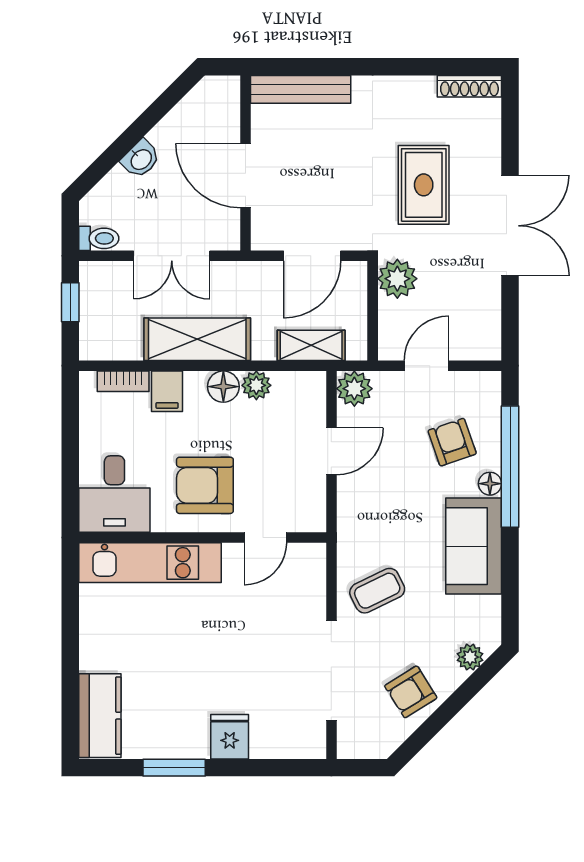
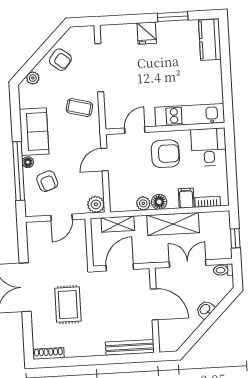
plant: (397, 279) -> (78, 259), removed
door: (331, 451) -> (104, 160), moved
coffee table: (377, 591) -> (79, 108), turned 40
armchair: (411, 692) -> (60, 60), turned 70

